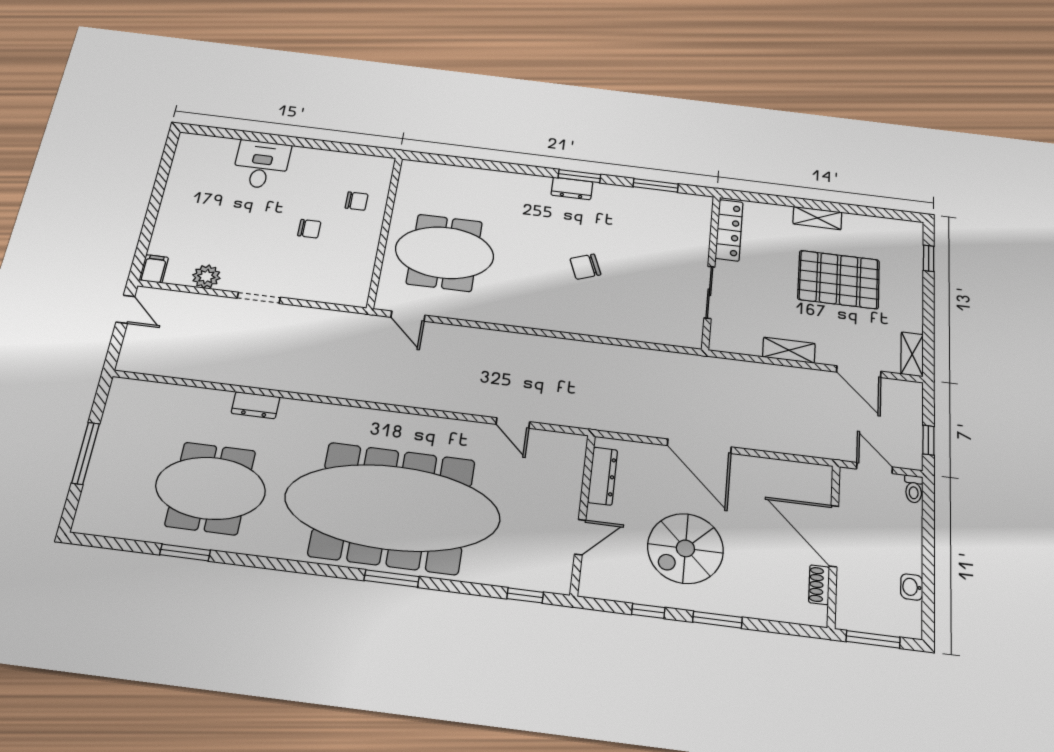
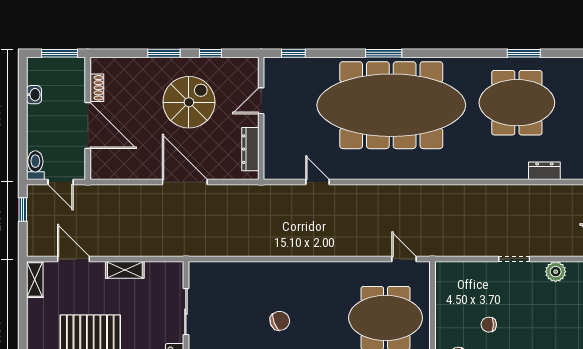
dresser: (256, 405) -> (544, 171), moved
toilet: (914, 489) -> (35, 165), width x1.37, depth x1.39

